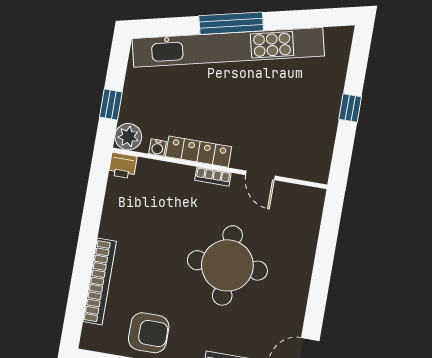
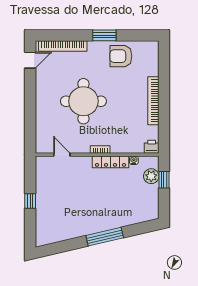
kitchen unit: (228, 47) -> (104, 223), removed
plant: (128, 137) -> (151, 176), moved
door: (260, 175) -> (62, 155), moved
bookcase: (100, 281) -> (153, 101), moved

